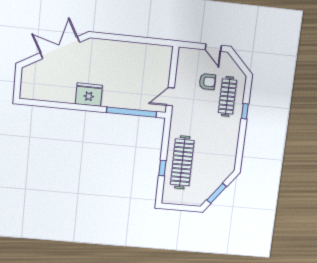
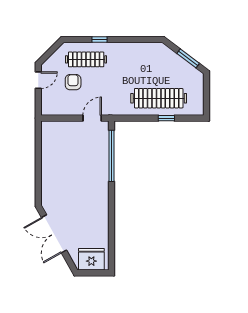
fridge: (89, 95) -> (91, 259), moved, turned 90
door: (170, 97) -> (92, 118), swing flipped

